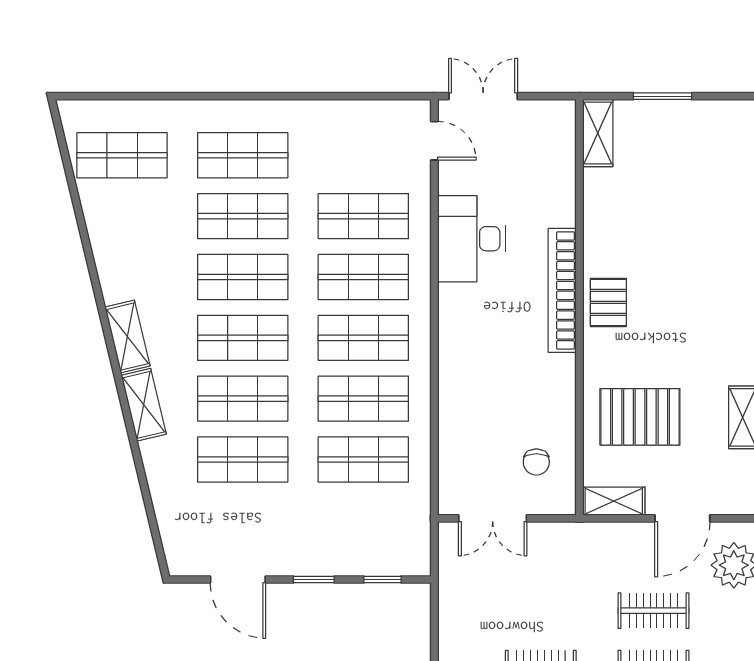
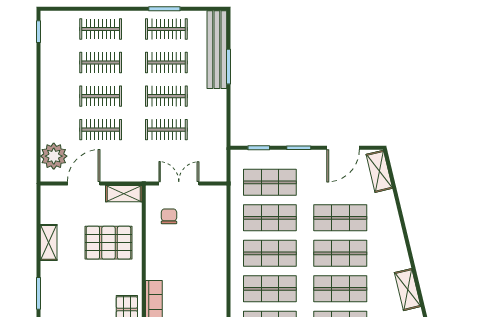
shelving: (144, 405) -> (379, 171), moved
double door: (493, 518) -> (179, 184), moved
shop shelf: (363, 520) -> (270, 182), added
door: (238, 580) -> (343, 148), swing flipped
clothes rail: (541, 611) -> (166, 130), added

